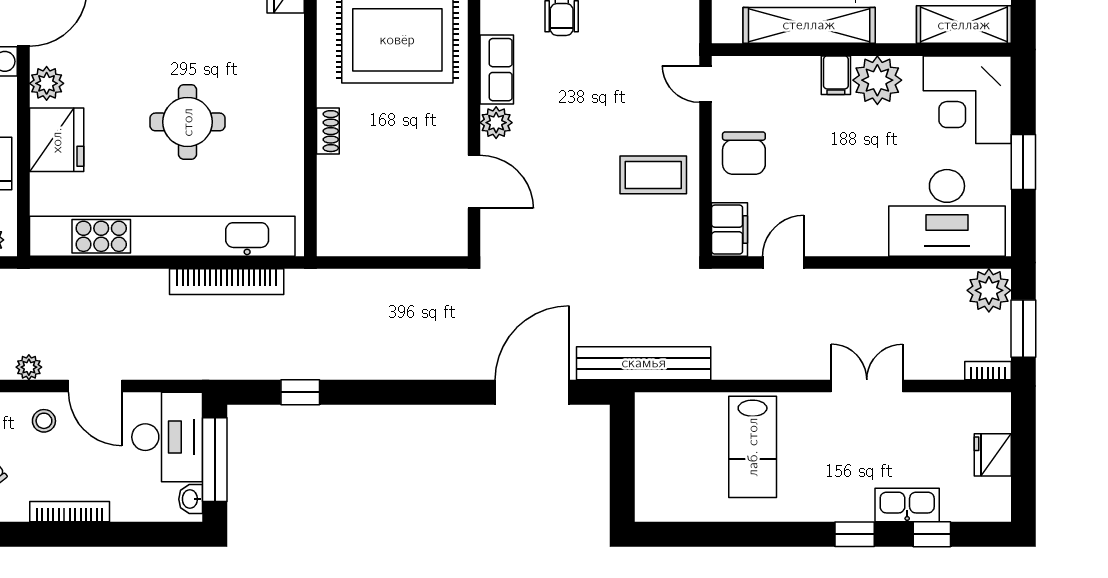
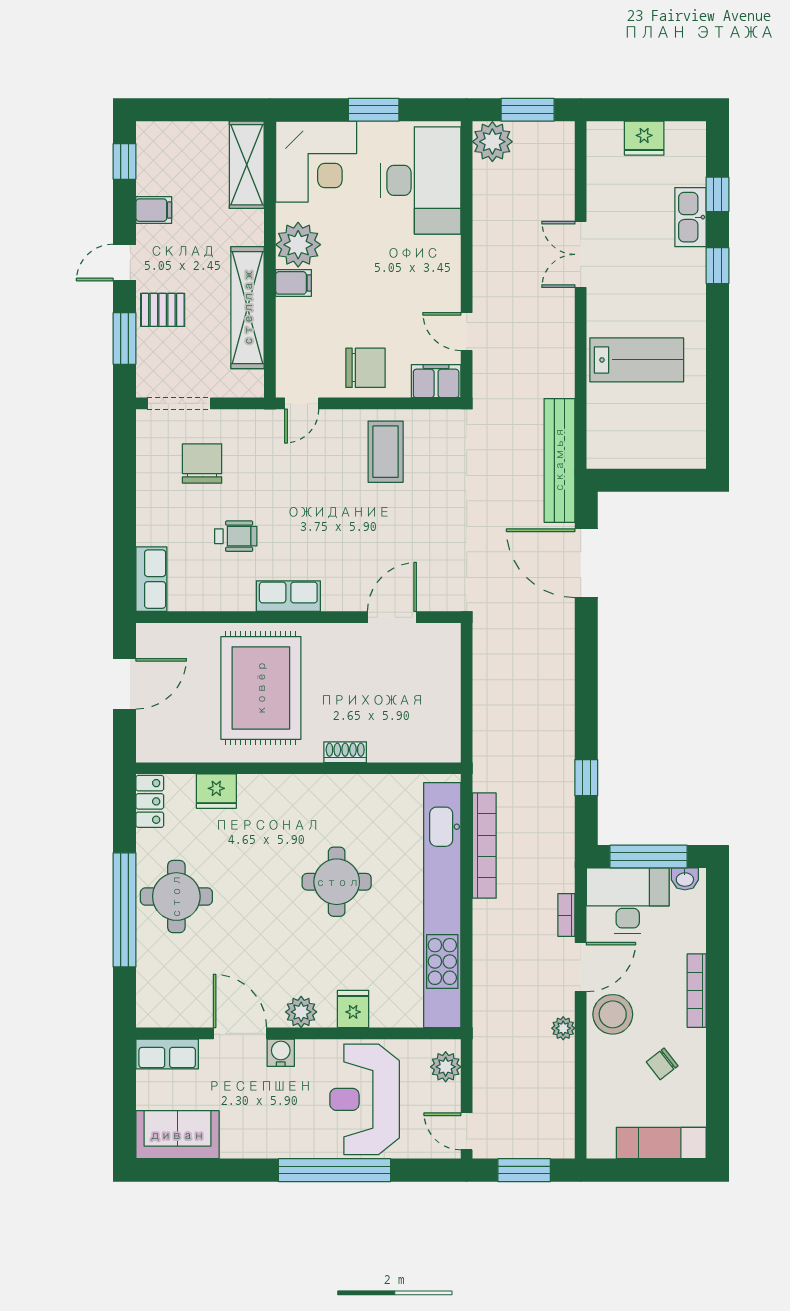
plant: (496, 123) -> (337, 597), removed
fridge: (57, 140) -> (353, 1009), width x0.53, depth x0.75
bookcase: (988, 371) -> (566, 915), moved
stool: (44, 421) -> (613, 1014), width x1.89, depth x1.89

